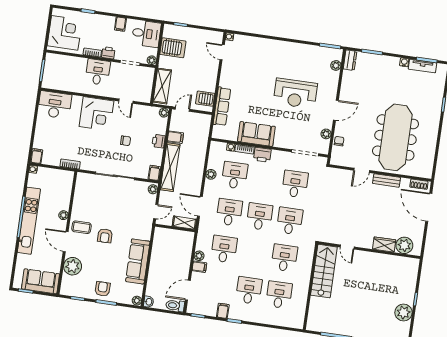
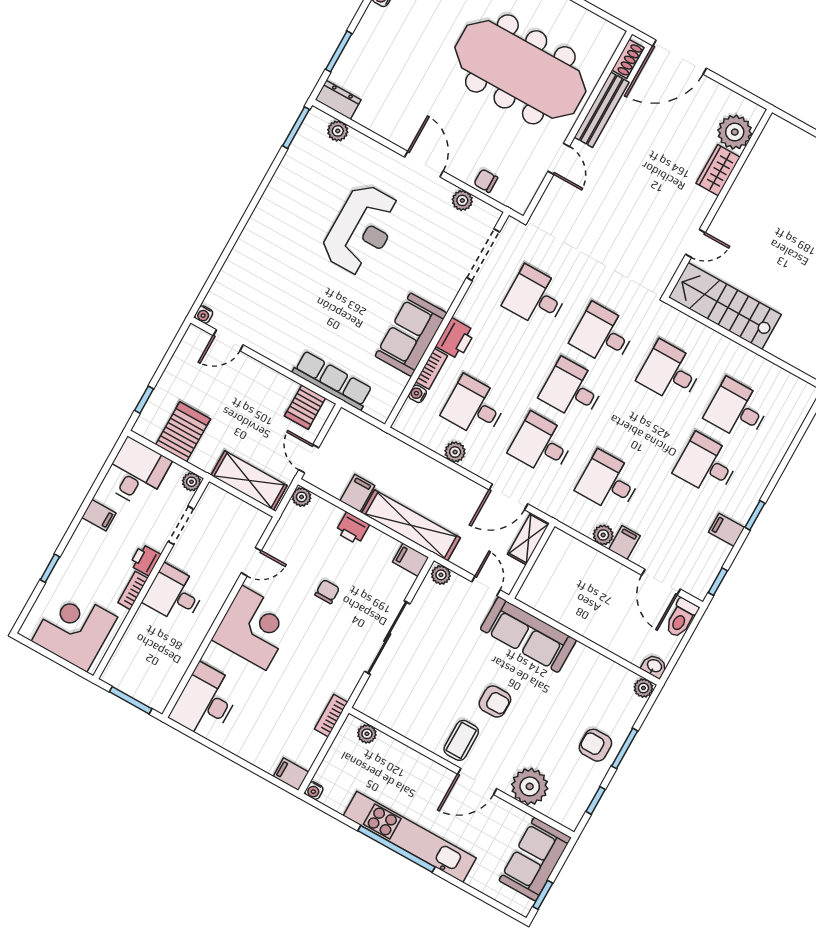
bench: (387, 180) -> (602, 110), width x1.36
plant: (63, 215) -> (367, 734), moved
sofa: (138, 261) -> (528, 635), moved

